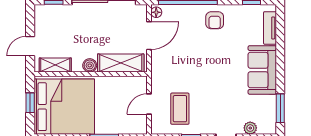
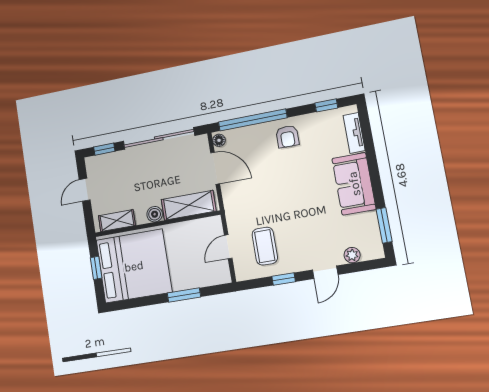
door: (149, 36) -> (215, 168), hinge flipped
door: (30, 46) -> (85, 190), moved

